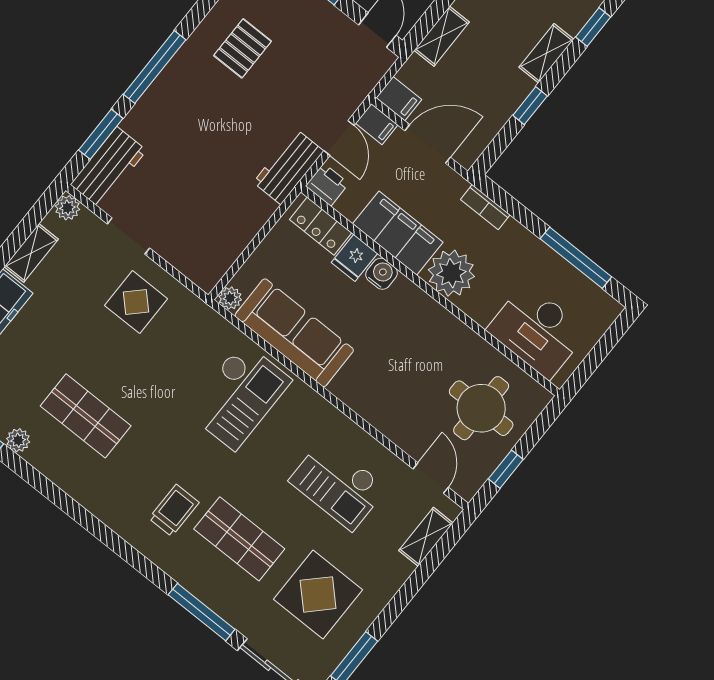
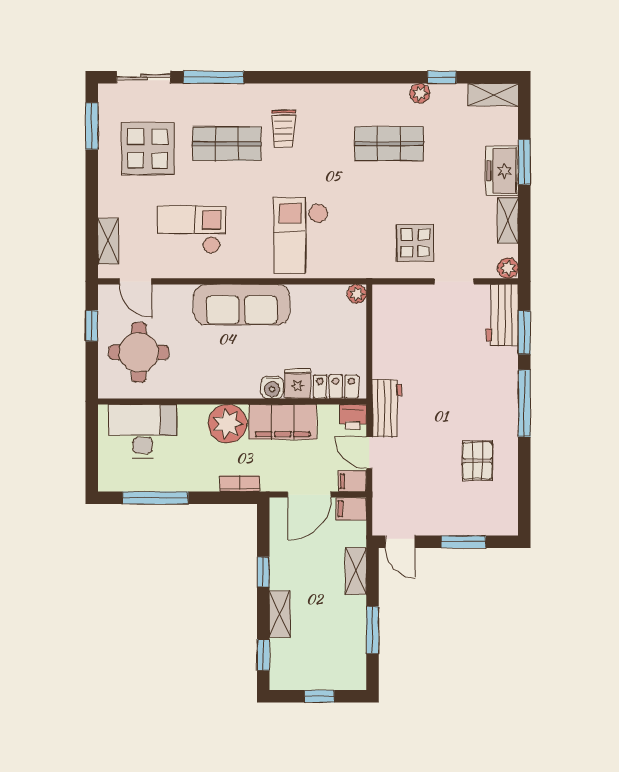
sofa: (294, 333) -> (242, 305), moved

